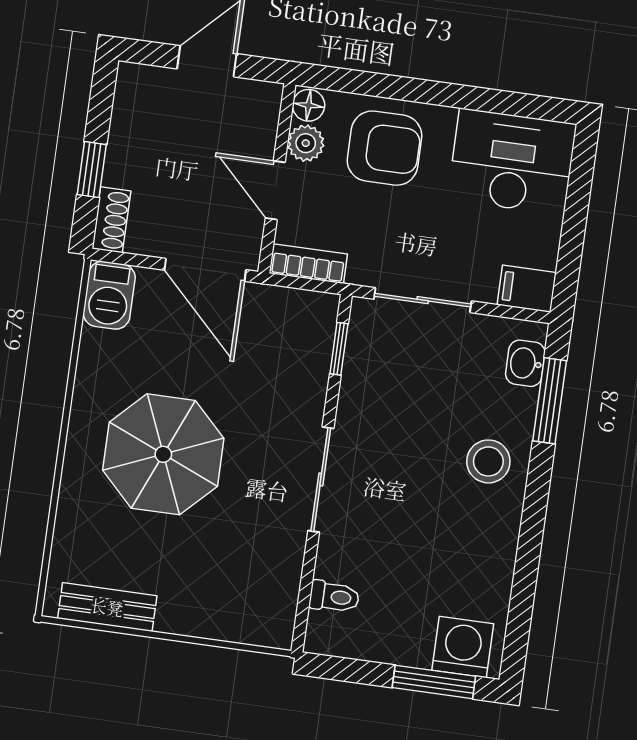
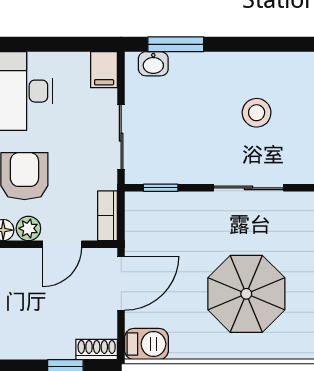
stool: (488, 461) -> (257, 113), moved

